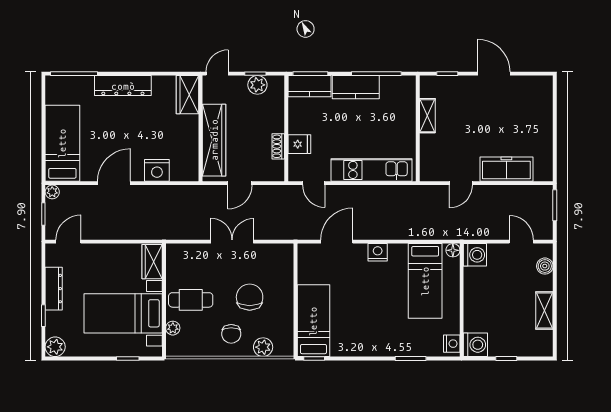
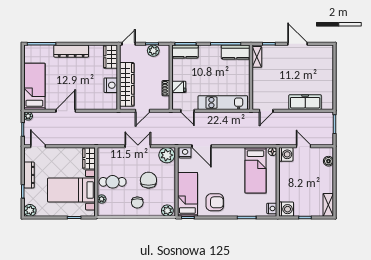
kitchen counter: (356, 87) -> (236, 52), moved
shelving: (427, 116) -> (257, 57), moved
nightstand: (157, 170) -> (111, 85), moved, turned -90
door: (461, 183) -> (266, 111), moved
door: (68, 242) -> (38, 146), hinge flipped
door: (337, 242) -> (202, 146), swing flipped
door: (521, 242) -> (303, 146), moved
nightstand: (378, 252) -> (185, 153), moved
plant: (280, 256) -> (167, 155), added
shelving: (544, 311) -> (328, 205), moved
armchair: (358, 333) -> (215, 202), added
plant: (263, 347) -> (167, 211), moved

